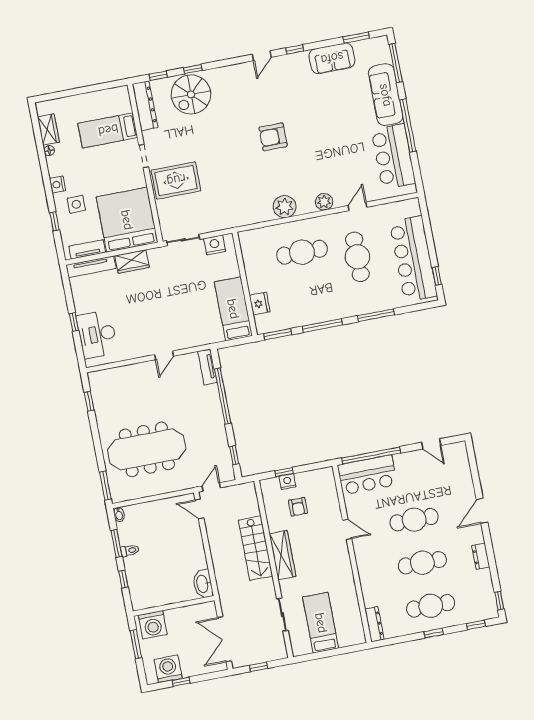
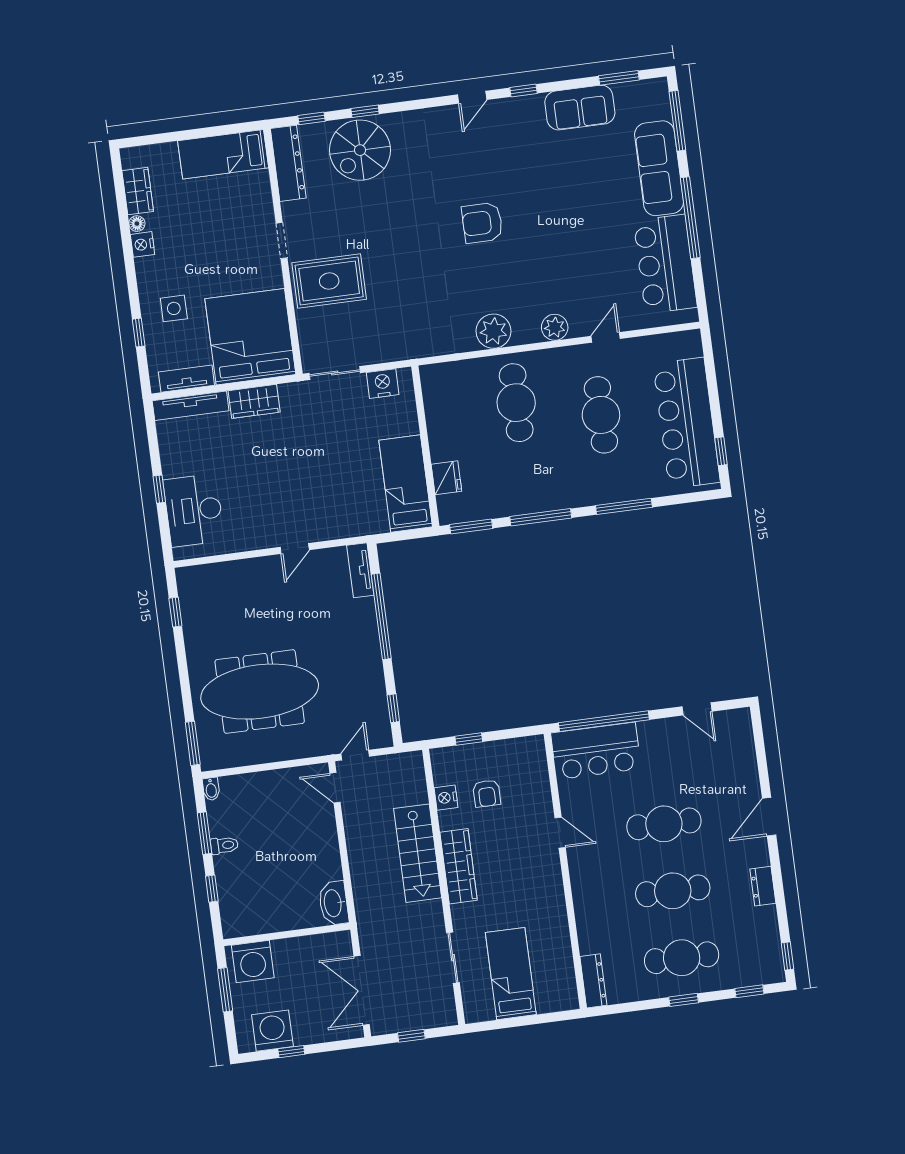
bed: (108, 130) -> (223, 154), moved
nightstand: (58, 184) -> (143, 244), moved
cafe table: (302, 252) -> (516, 403), turned 90
nightstand: (287, 482) -> (446, 798), moved, turned -90

